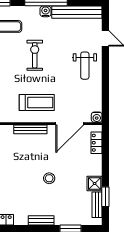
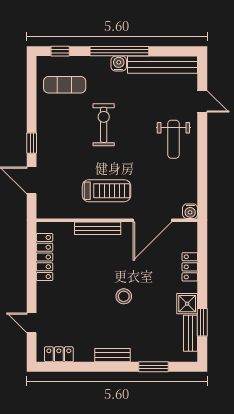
locker: (96, 143) -> (190, 267), moved

